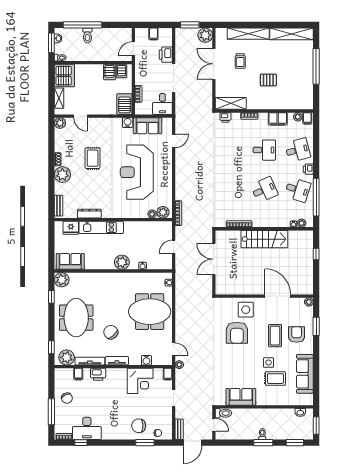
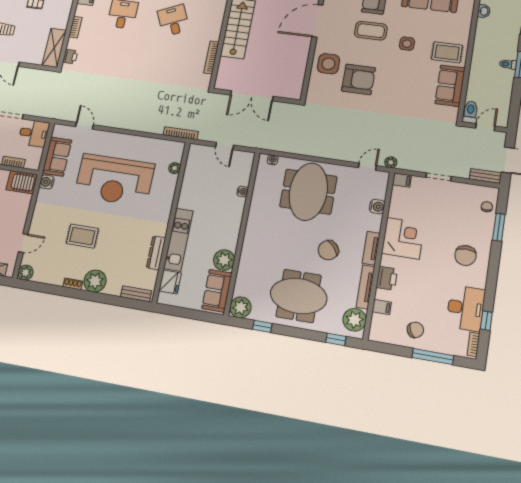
plant: (163, 212) -> (175, 153), removed
plant: (122, 262) -> (224, 260), moved
rug: (275, 379) -> (447, 52), moved, turned 90
corner desk: (140, 381) -> (403, 238), moved
chair: (139, 426) -> (465, 256), moved

